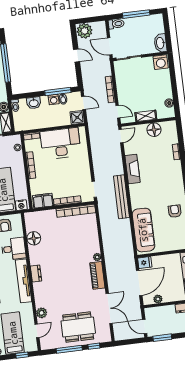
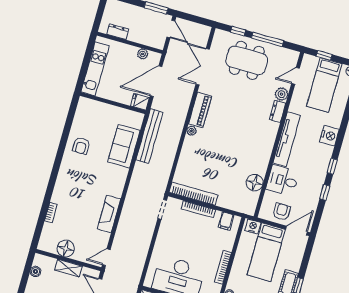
bench: (121, 197) -> (149, 136), moved
filing cabinet: (43, 201) -> (226, 221), width x0.50
sofa: (143, 230) -> (124, 146), width x0.73
dresser: (36, 274) -> (278, 111), moved

